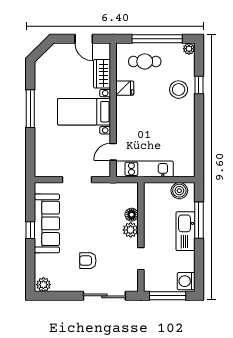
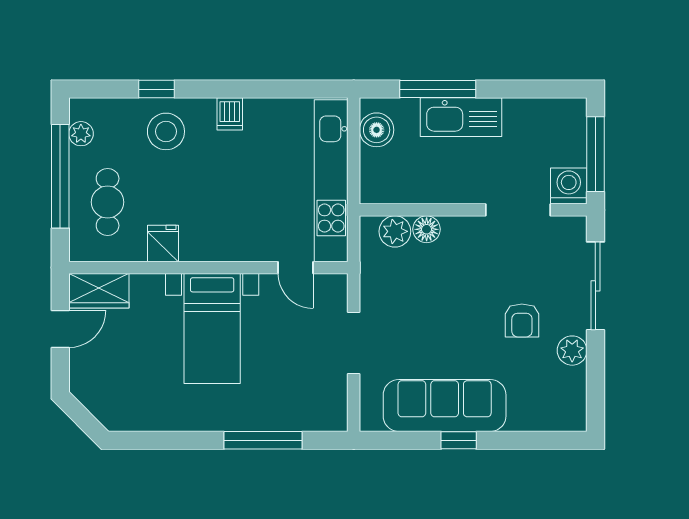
plant: (189, 49) -> (81, 134), moved
wardrobe: (102, 74) -> (99, 291), moved
window: (30, 109) -> (263, 440), moved
dishwasher: (187, 120) -> (230, 114), added
kitchen unit: (145, 169) -> (331, 181), width x1.36
plant: (131, 230) -> (395, 231), moved
doorway: (141, 259) -> (518, 210), width x1.38
washing machine: (186, 281) -> (569, 186), moved, turned 180
plant: (43, 285) -> (572, 351), moved

